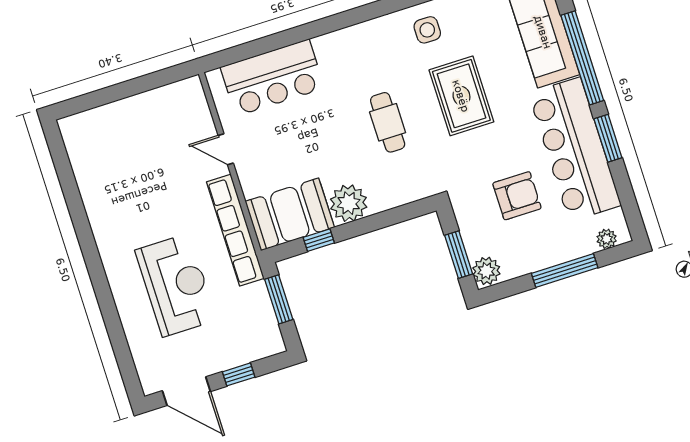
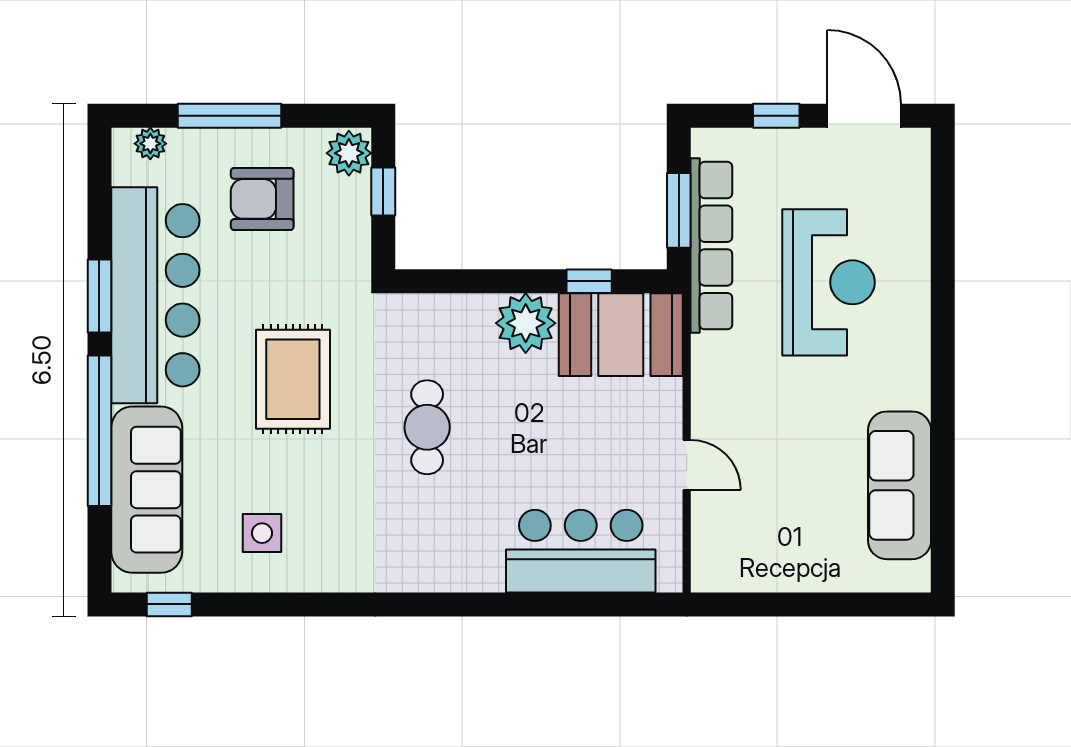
side table: (427, 30) -> (262, 533), moved
rug: (461, 96) -> (293, 379), moved
sofa: (95, 178) -> (900, 485), added
armchair: (517, 196) -> (262, 199), moved
row of seats: (235, 230) -> (711, 246), moved
window: (459, 255) -> (383, 191), width x0.67
reception desk: (176, 285) -> (829, 282), turned 180

